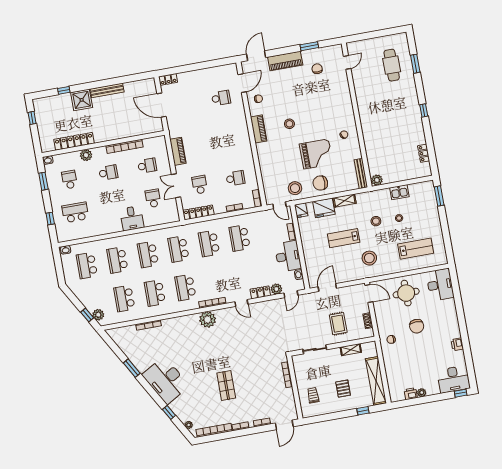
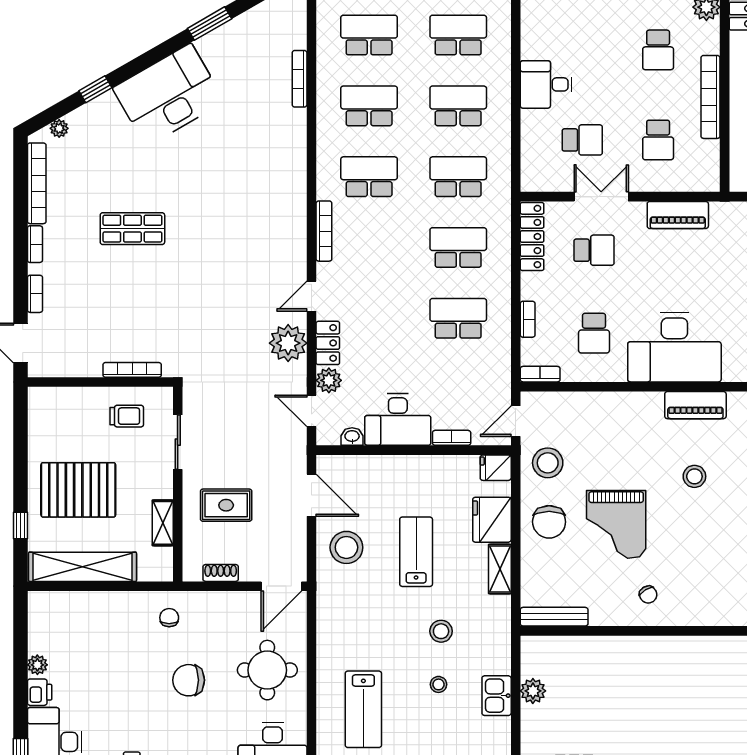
desk: (235, 142) -> (674, 347), added
plant: (377, 180) -> (533, 691), moved
chair: (320, 183) -> (549, 522), turned 180
stool: (369, 258) -> (346, 547), moved
plant: (208, 320) -> (288, 343), moved
pallet: (343, 389) -> (78, 490), width x2.05, depth x2.00
printer: (411, 394) -> (40, 692), moved
trolley: (313, 395) -> (127, 416), moved

